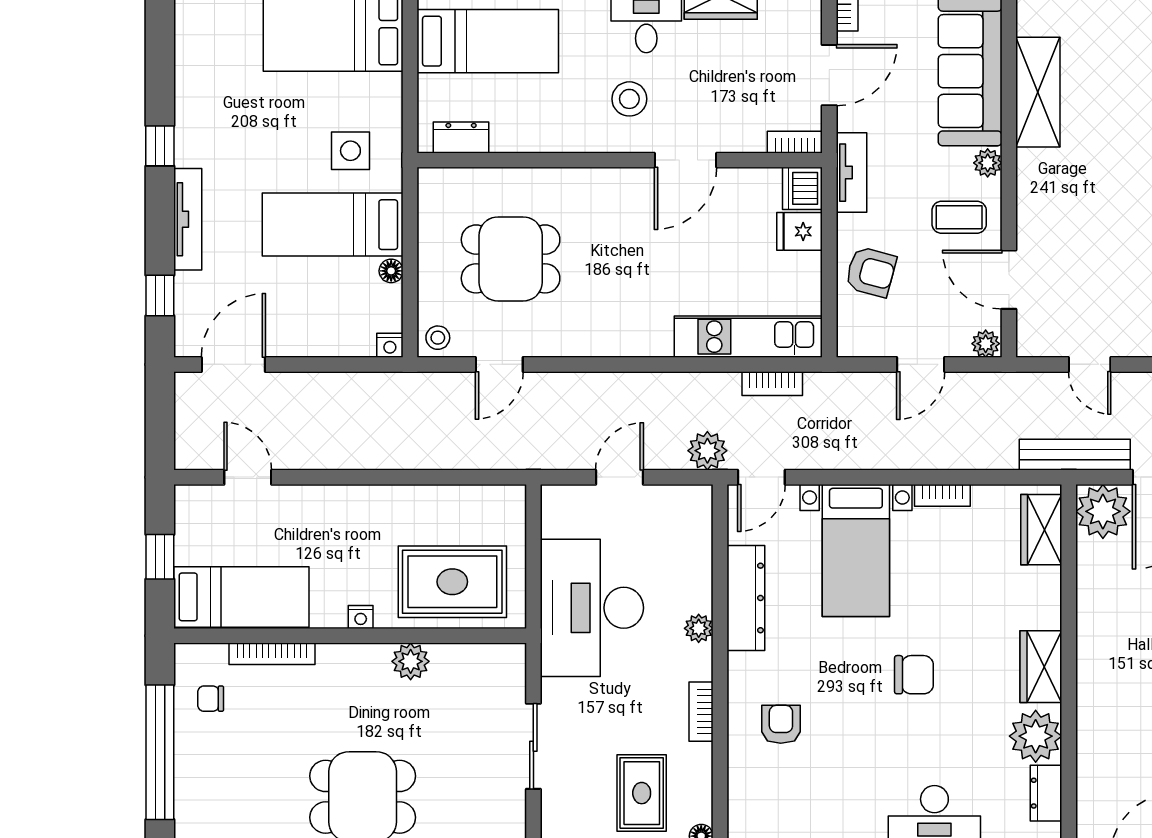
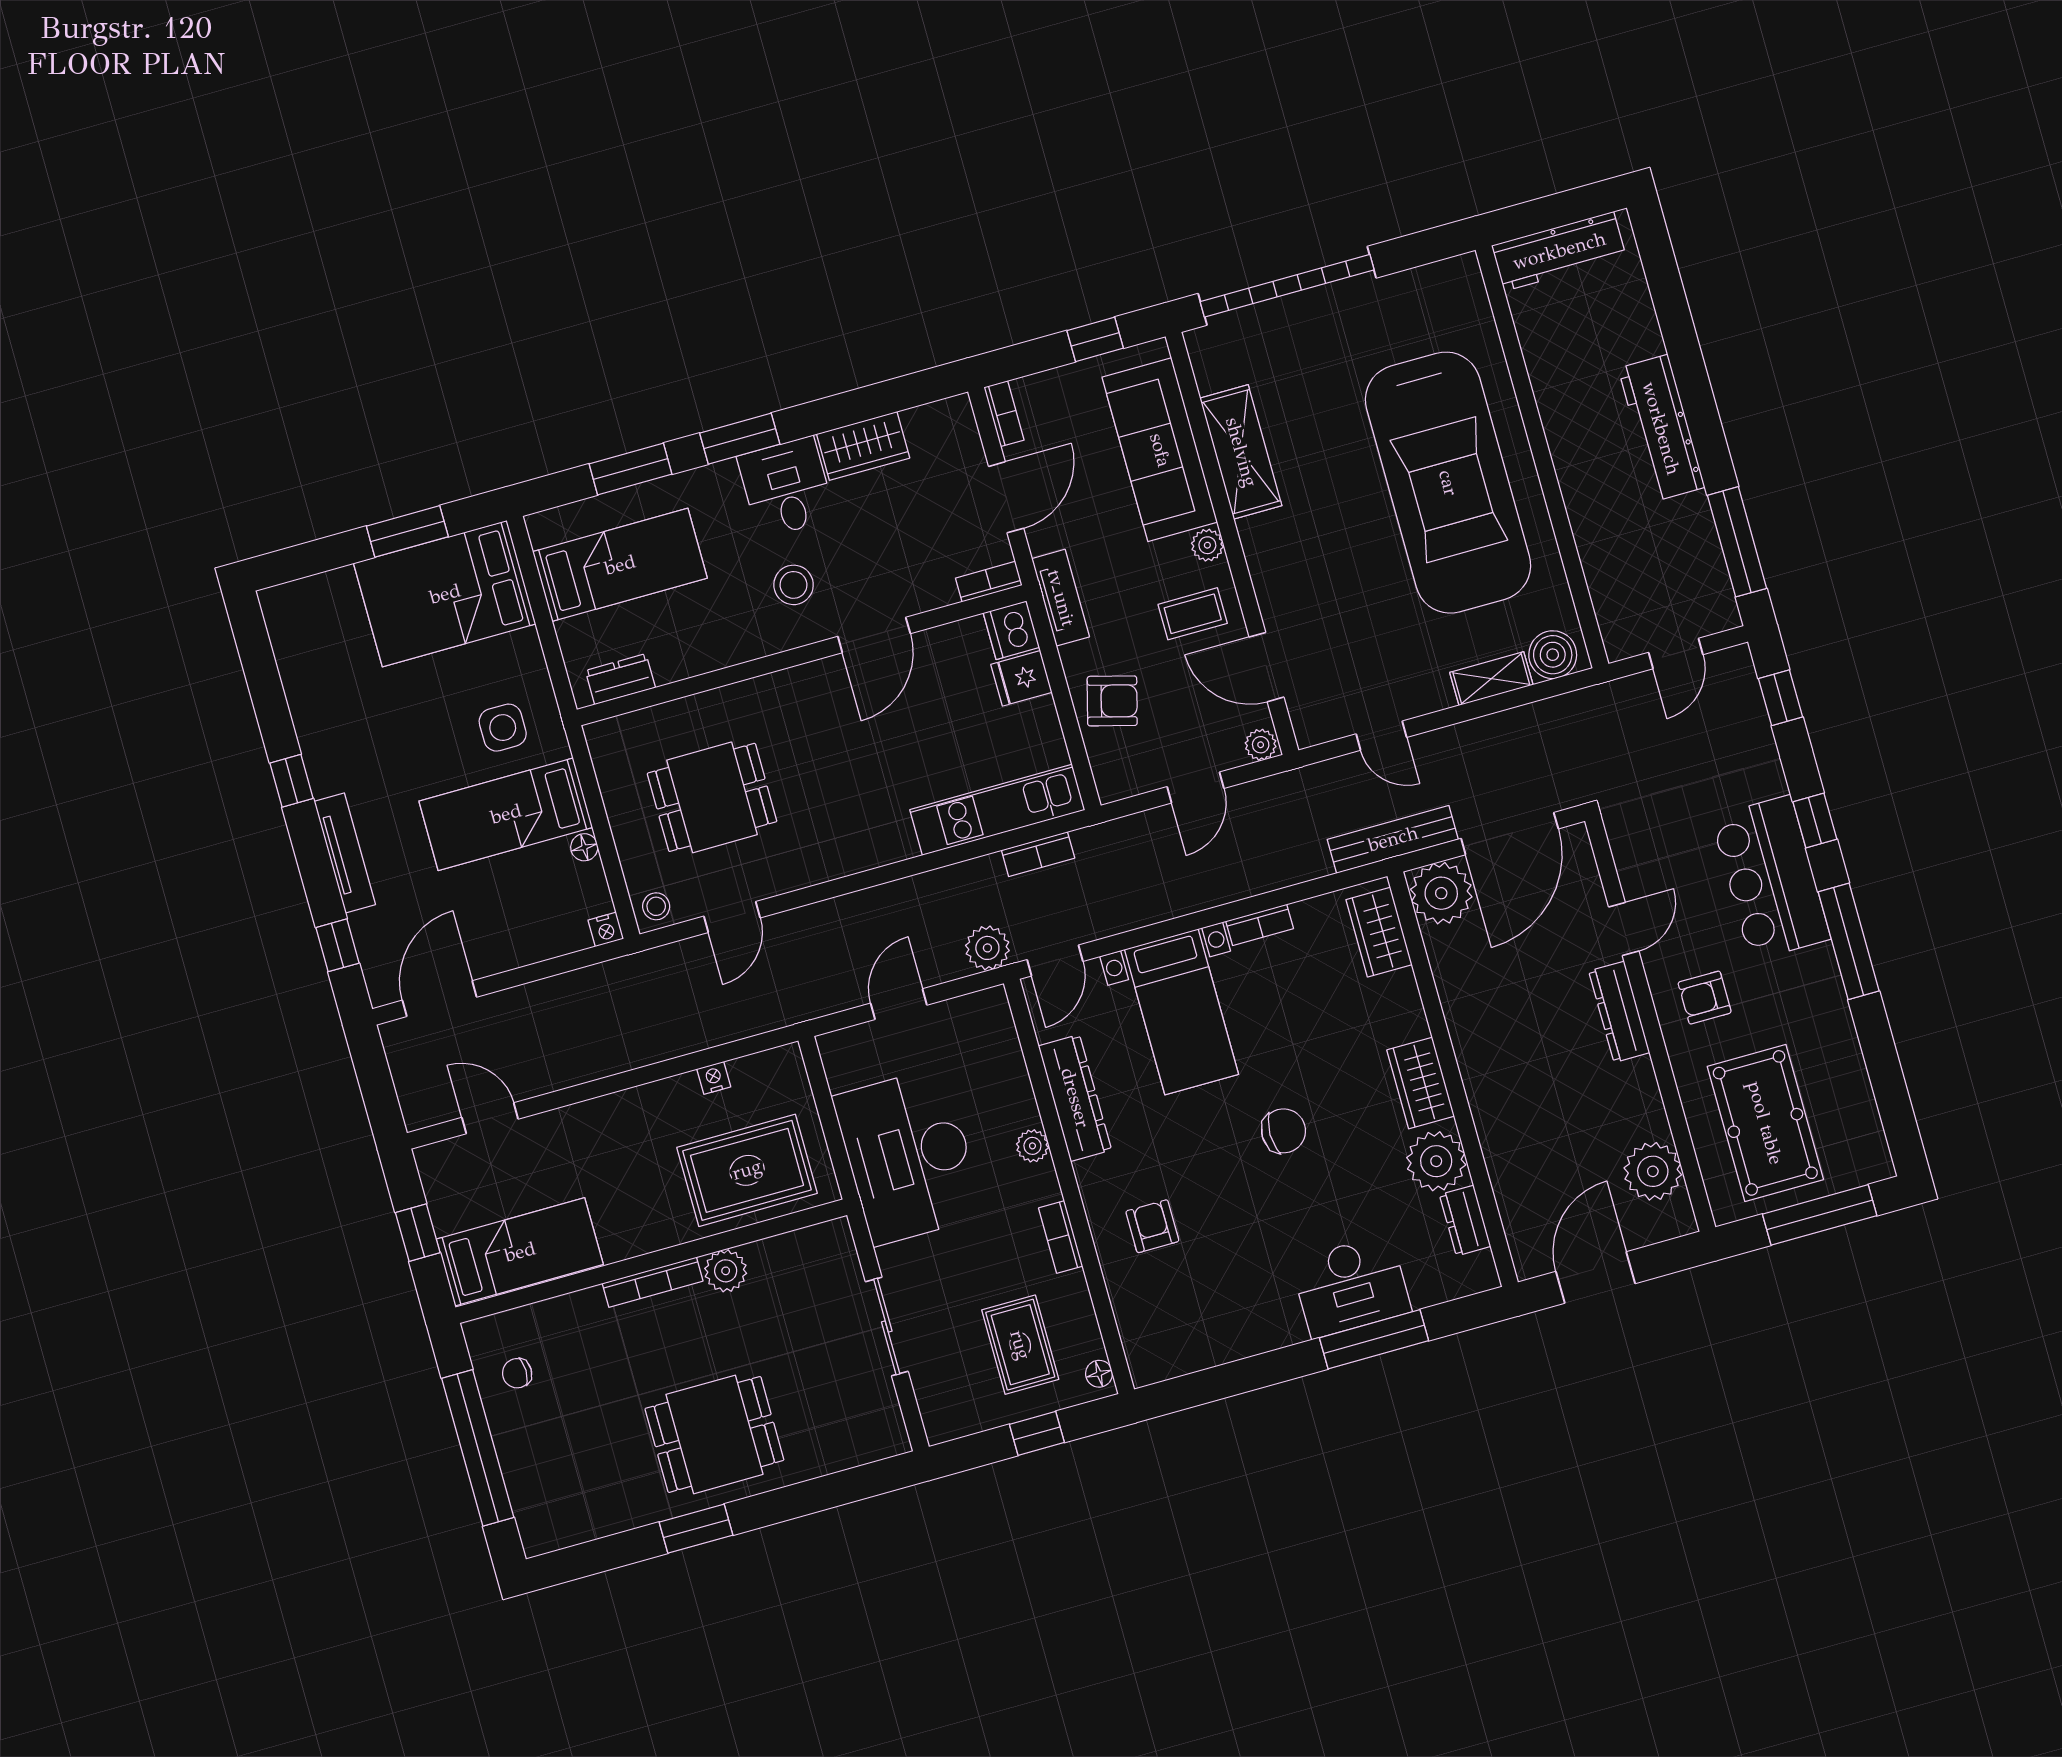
nightstand: (361, 617) -> (714, 1078), moved, turned 180
bookcase: (272, 654) -> (653, 1282), moved

